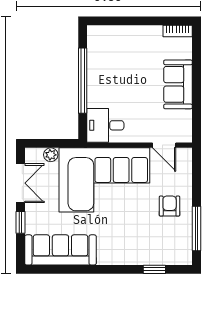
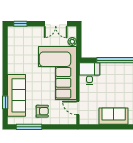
door: (164, 145) -> (78, 108), hinge flipped
window: (20, 222) -> (20, 24), moved
sofa: (60, 250) -> (17, 95), moved

